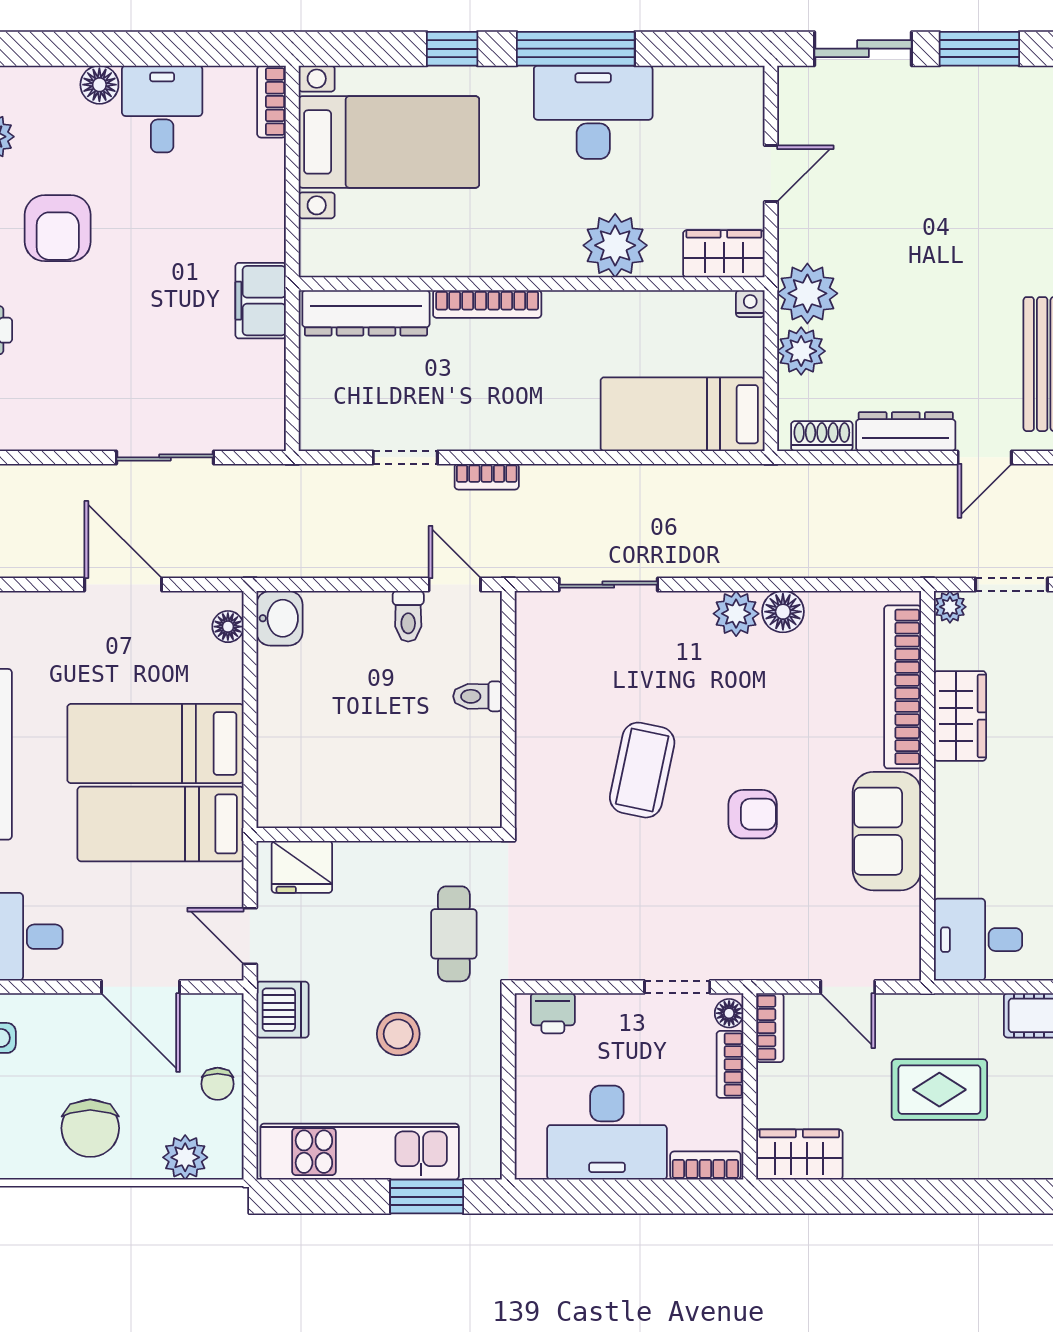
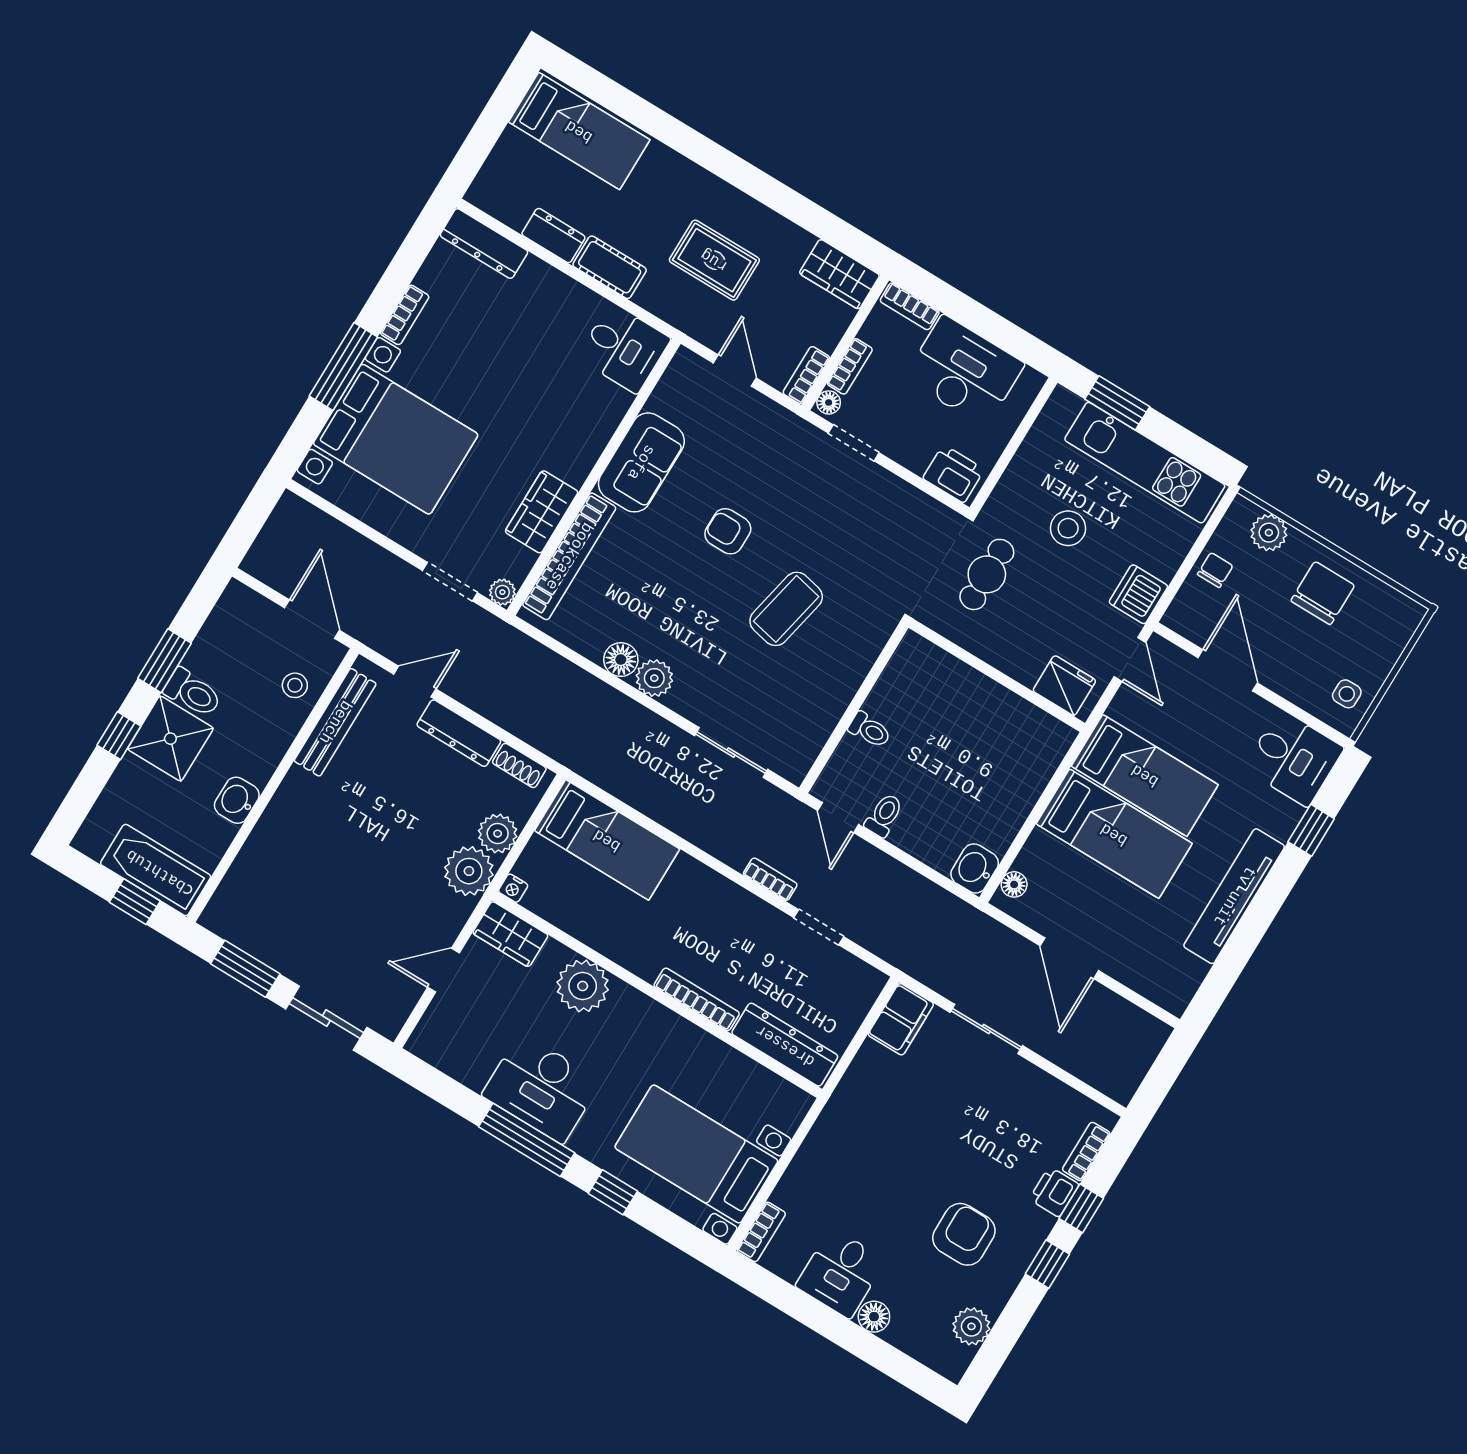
filing cabinet: (261, 301) -> (901, 1019), moved
printer: (553, 1013) -> (954, 474), width x1.36, depth x1.24

